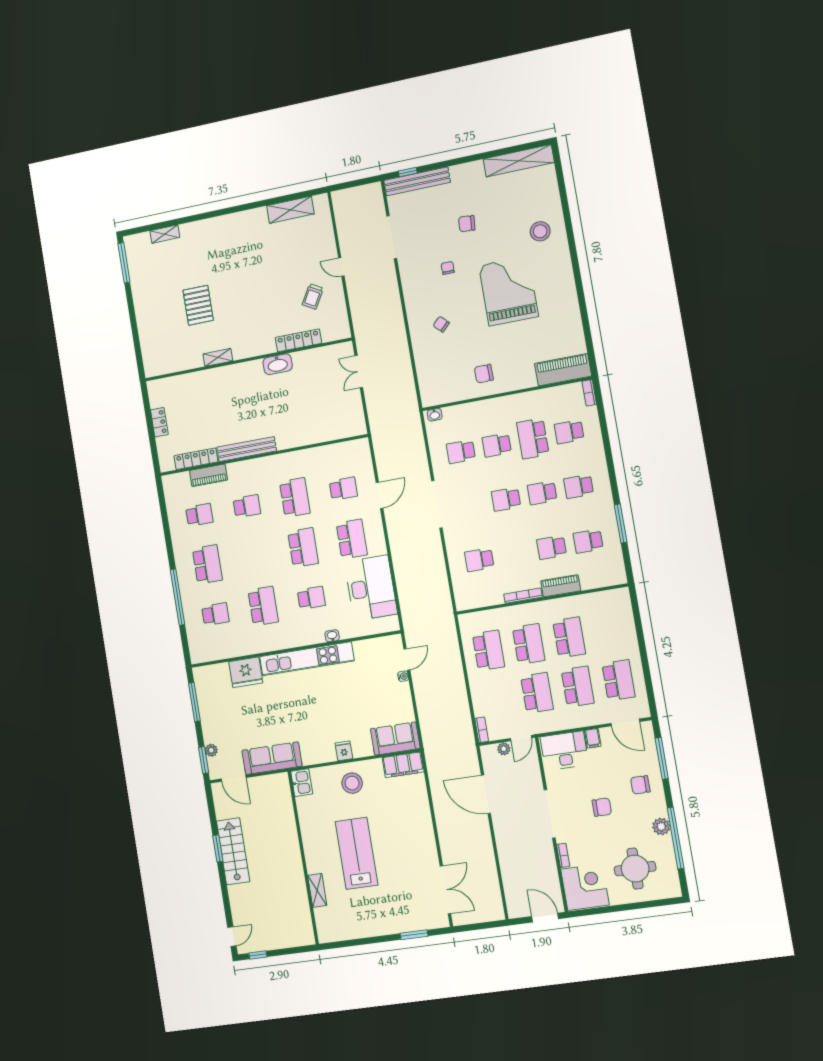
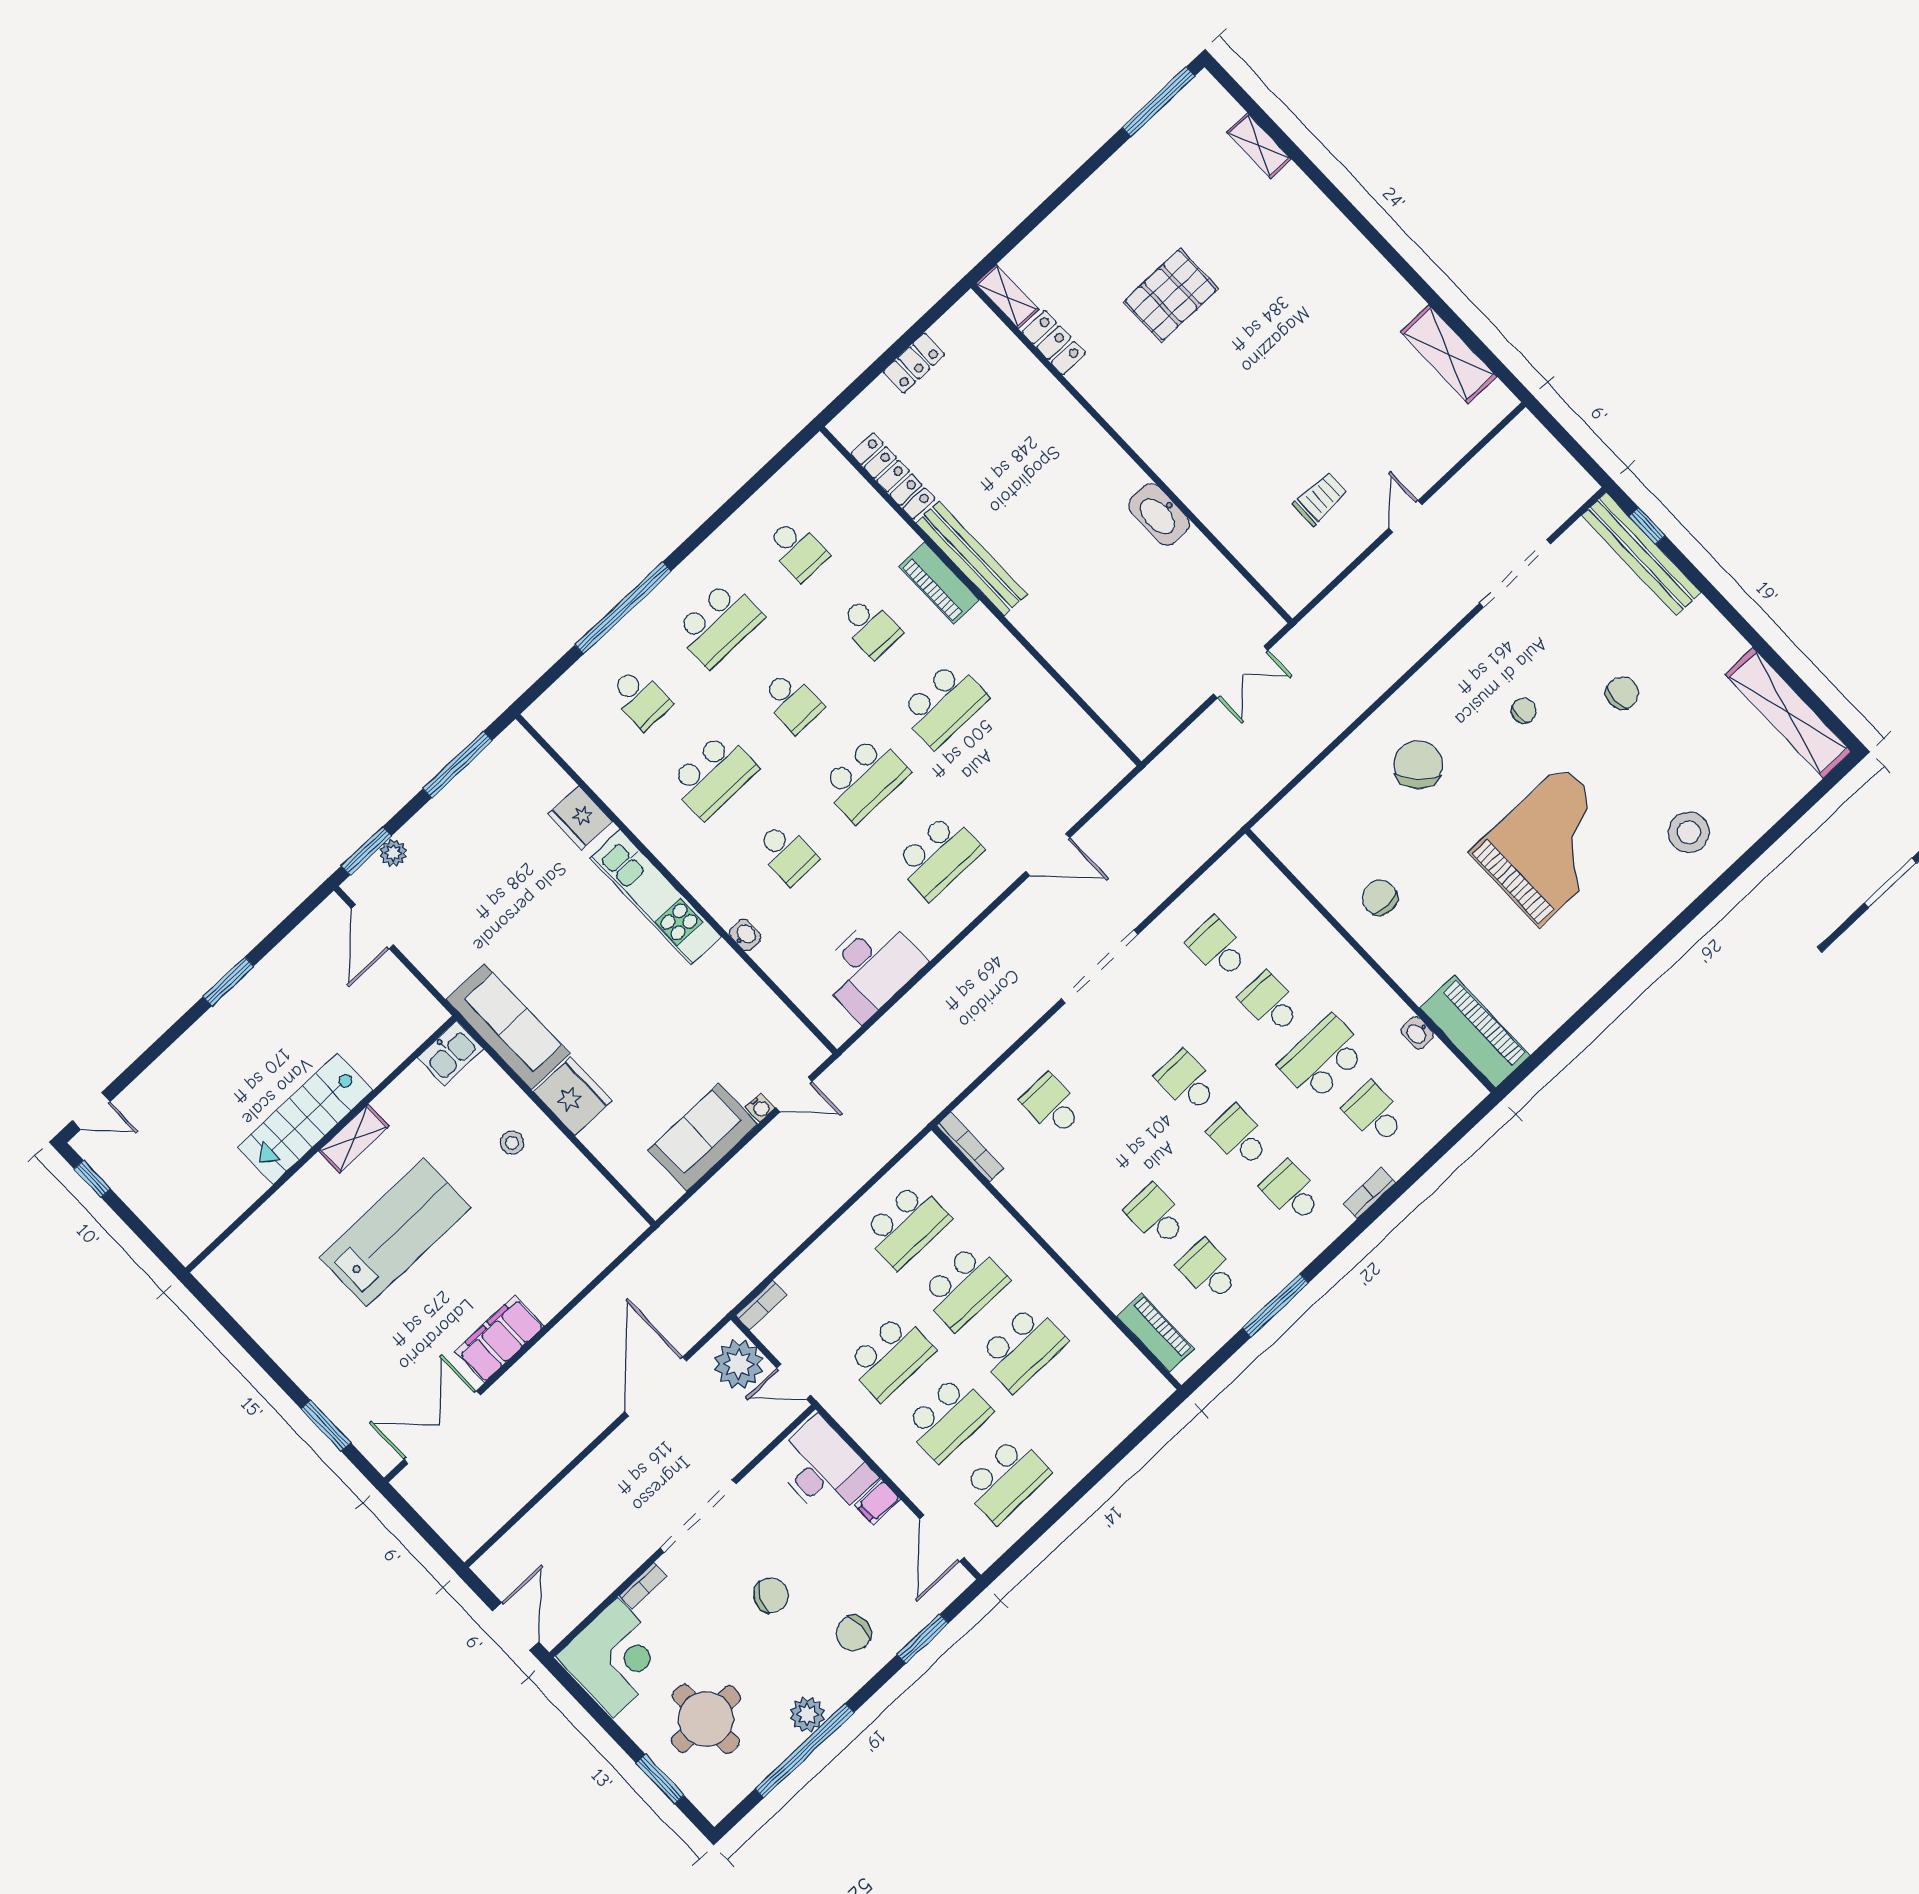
chair: (467, 224) -> (1622, 693), turned 85
trolley: (313, 296) -> (1320, 499), turned 150
chair: (441, 324) -> (1418, 765), width x1.87, depth x1.87
locker: (298, 340) -> (1054, 343), moved, width x0.66
shelving: (218, 357) -> (1007, 297), moved
double door: (359, 372) -> (1241, 672), swing flipped
bookcase: (589, 393) -> (1369, 1193), moved
washbasin: (435, 415) -> (1417, 1033), moved
piano: (208, 475) -> (939, 583), moved
school desk: (343, 489) -> (792, 701), moved
piano: (561, 586) -> (1156, 1333), moved
desk: (371, 588) -> (871, 967), width x0.73, depth x0.77
bookcase: (523, 596) -> (970, 1147), moved
kitchen unit: (307, 659) -> (656, 897), width x0.73
fridge: (246, 672) -> (580, 818), width x0.73, depth x0.75
sofa: (395, 739) -> (703, 1137), moved, turned -90
plant: (504, 749) -> (739, 1364), width x1.88, depth x1.88
fridge: (344, 751) -> (573, 1096), width x1.88, depth x1.34
sofa: (272, 758) -> (508, 1027), moved
window: (662, 758) -> (923, 1639), width x0.69
filing cabinet: (403, 765) -> (500, 1339), moved, turned 90
stool: (352, 783) -> (512, 1143), width x0.53, depth x0.53
chair: (640, 785) -> (853, 1633), turned -90
chair: (602, 807) -> (771, 1595), turned -62
stairs: (233, 851) -> (305, 1119), moved, turned 180
shelving: (317, 890) -> (354, 1139), moved
double door: (445, 890) -> (442, 1427), swing flipped
window: (647, 904) -> (660, 1779), added

